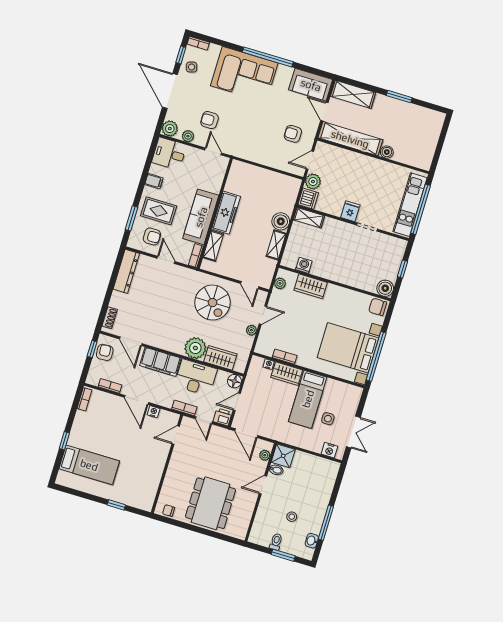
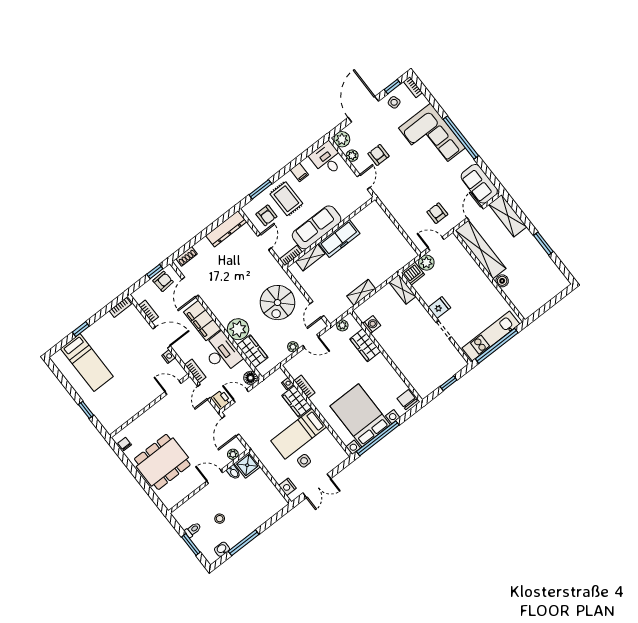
boiler: (281, 221) -> (378, 276), removed
boiler: (385, 288) -> (424, 389), removed
door: (137, 400) -> (162, 337), swing flipped

